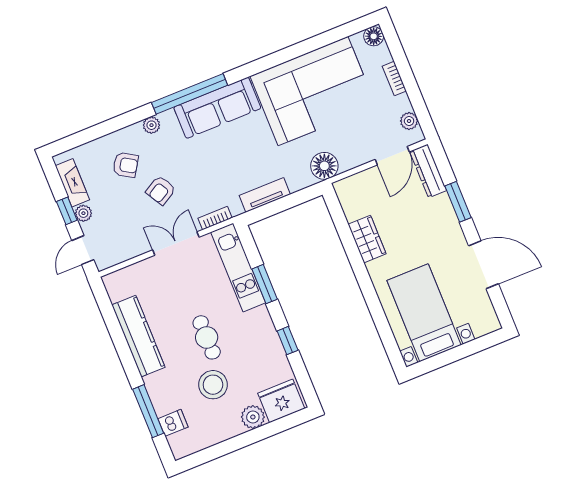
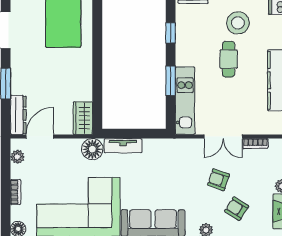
armchair: (161, 190) -> (219, 180), turned -131
tv unit: (265, 195) -> (123, 146), moved
bookcase: (215, 218) -> (255, 143), moved
wardrobe: (367, 239) -> (83, 118), moved

